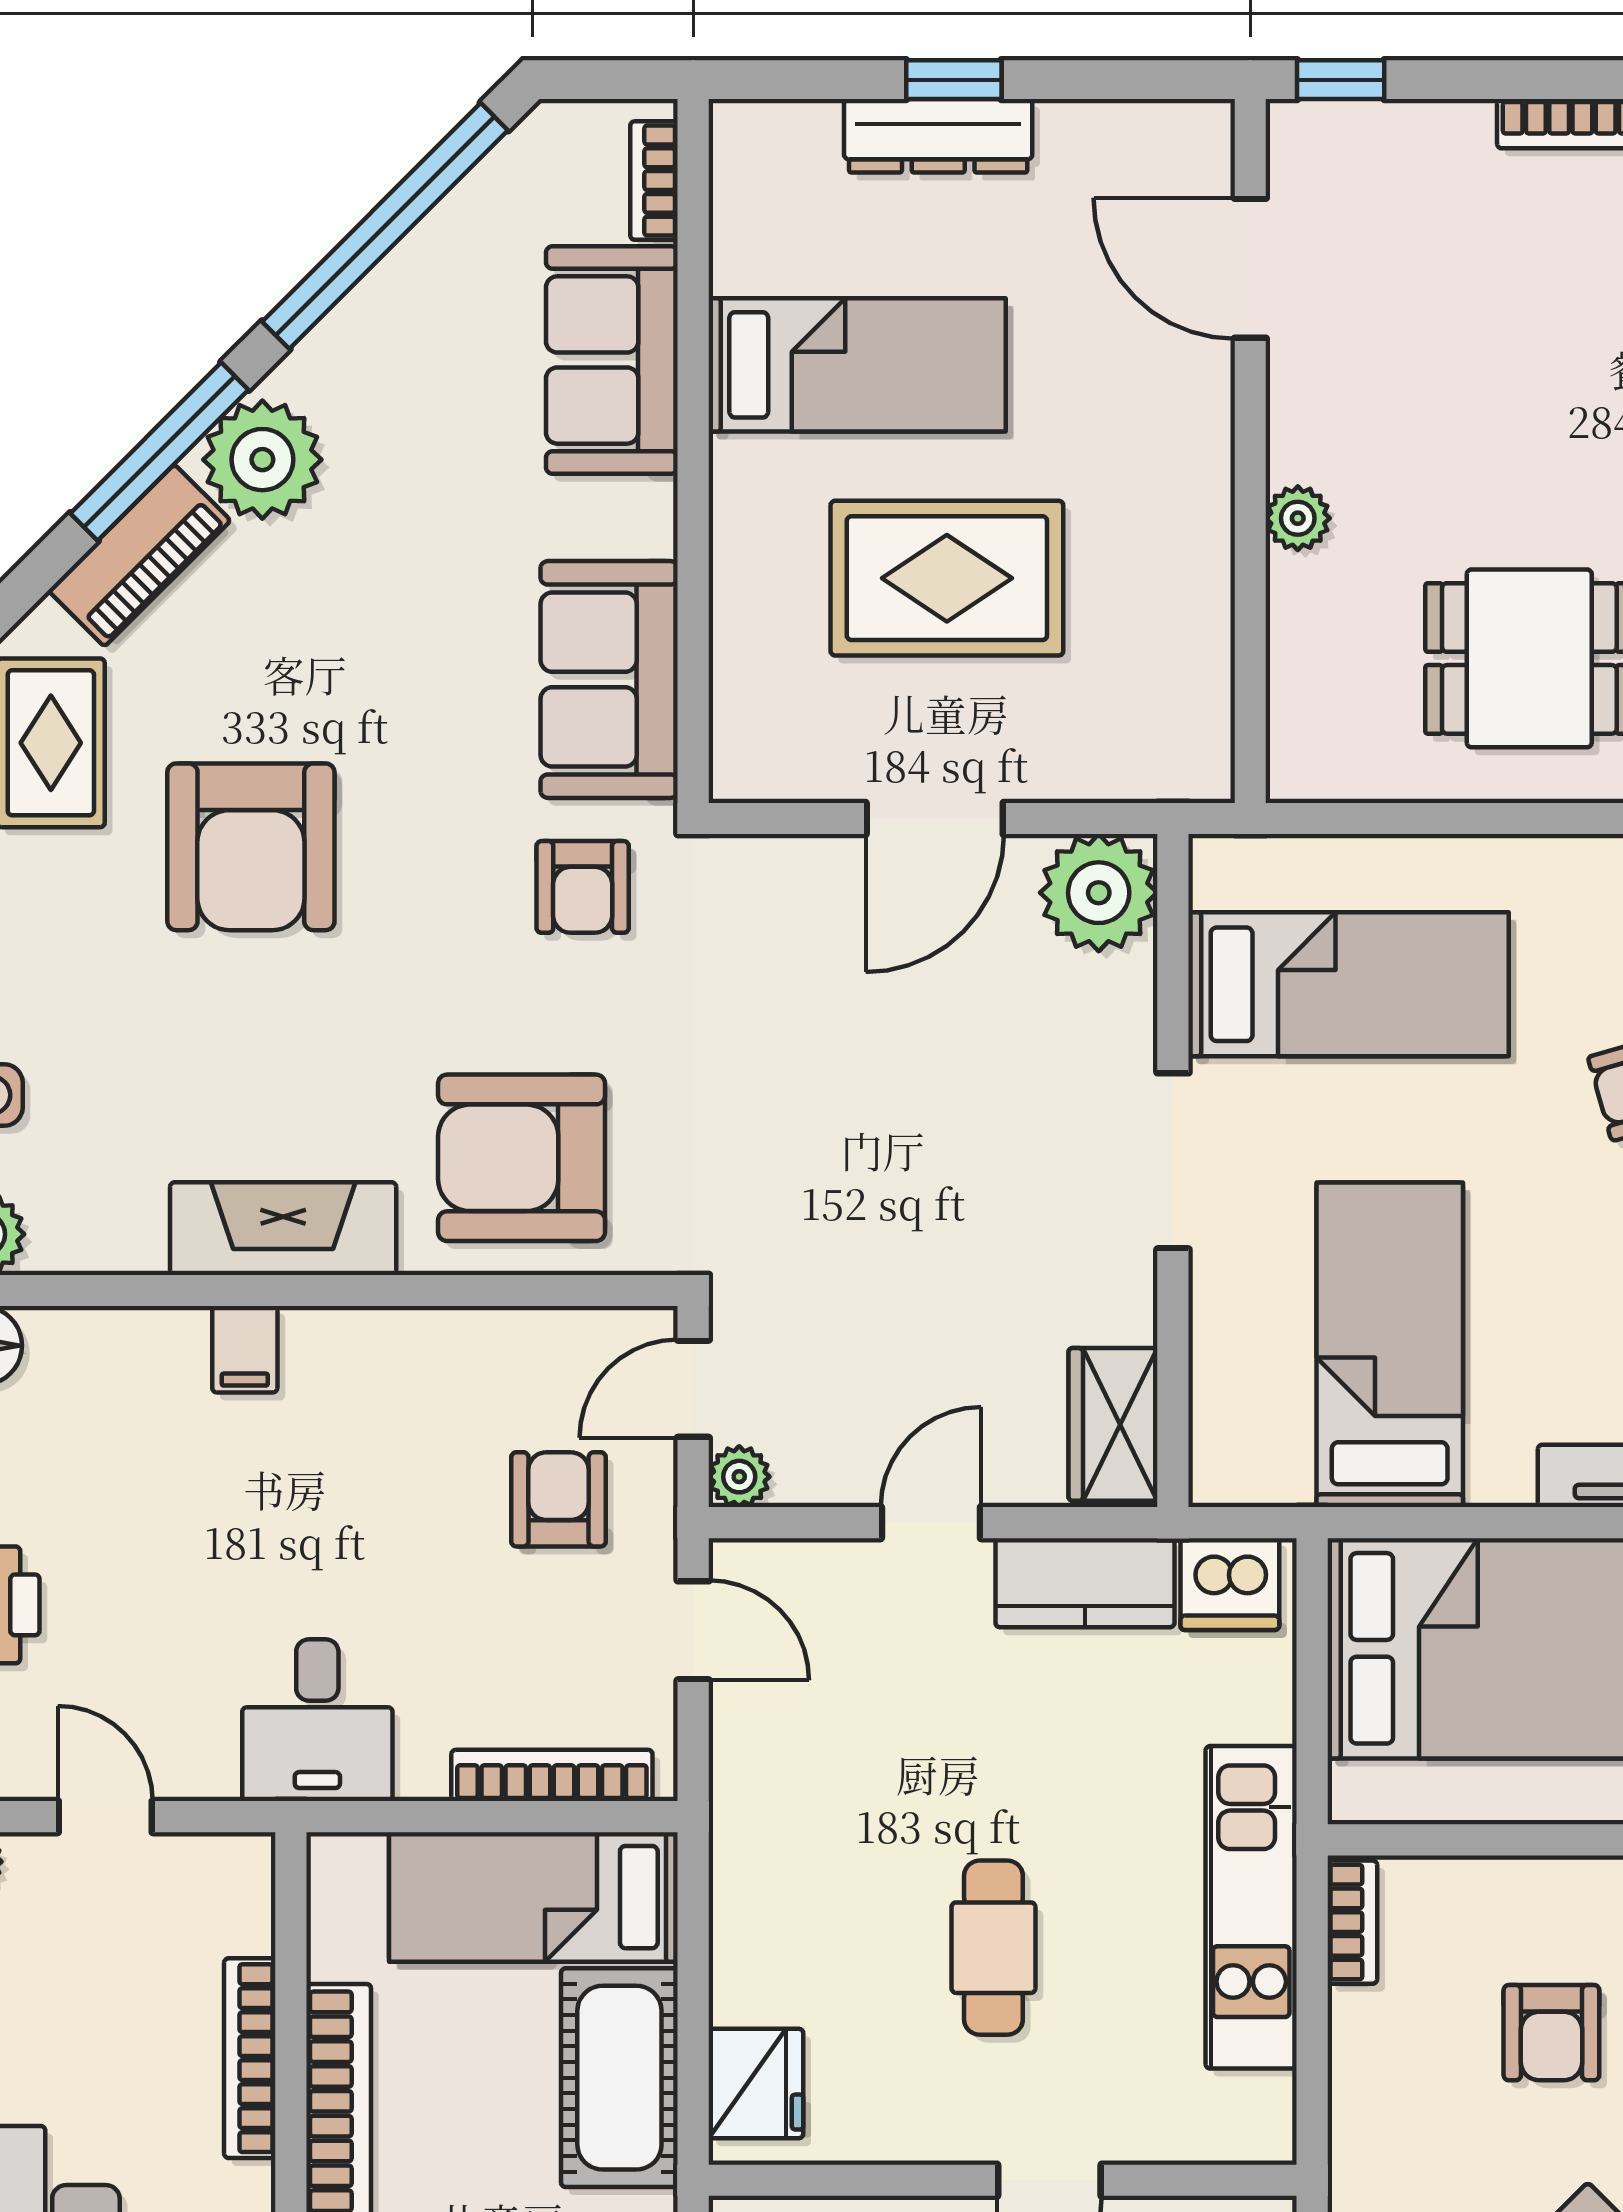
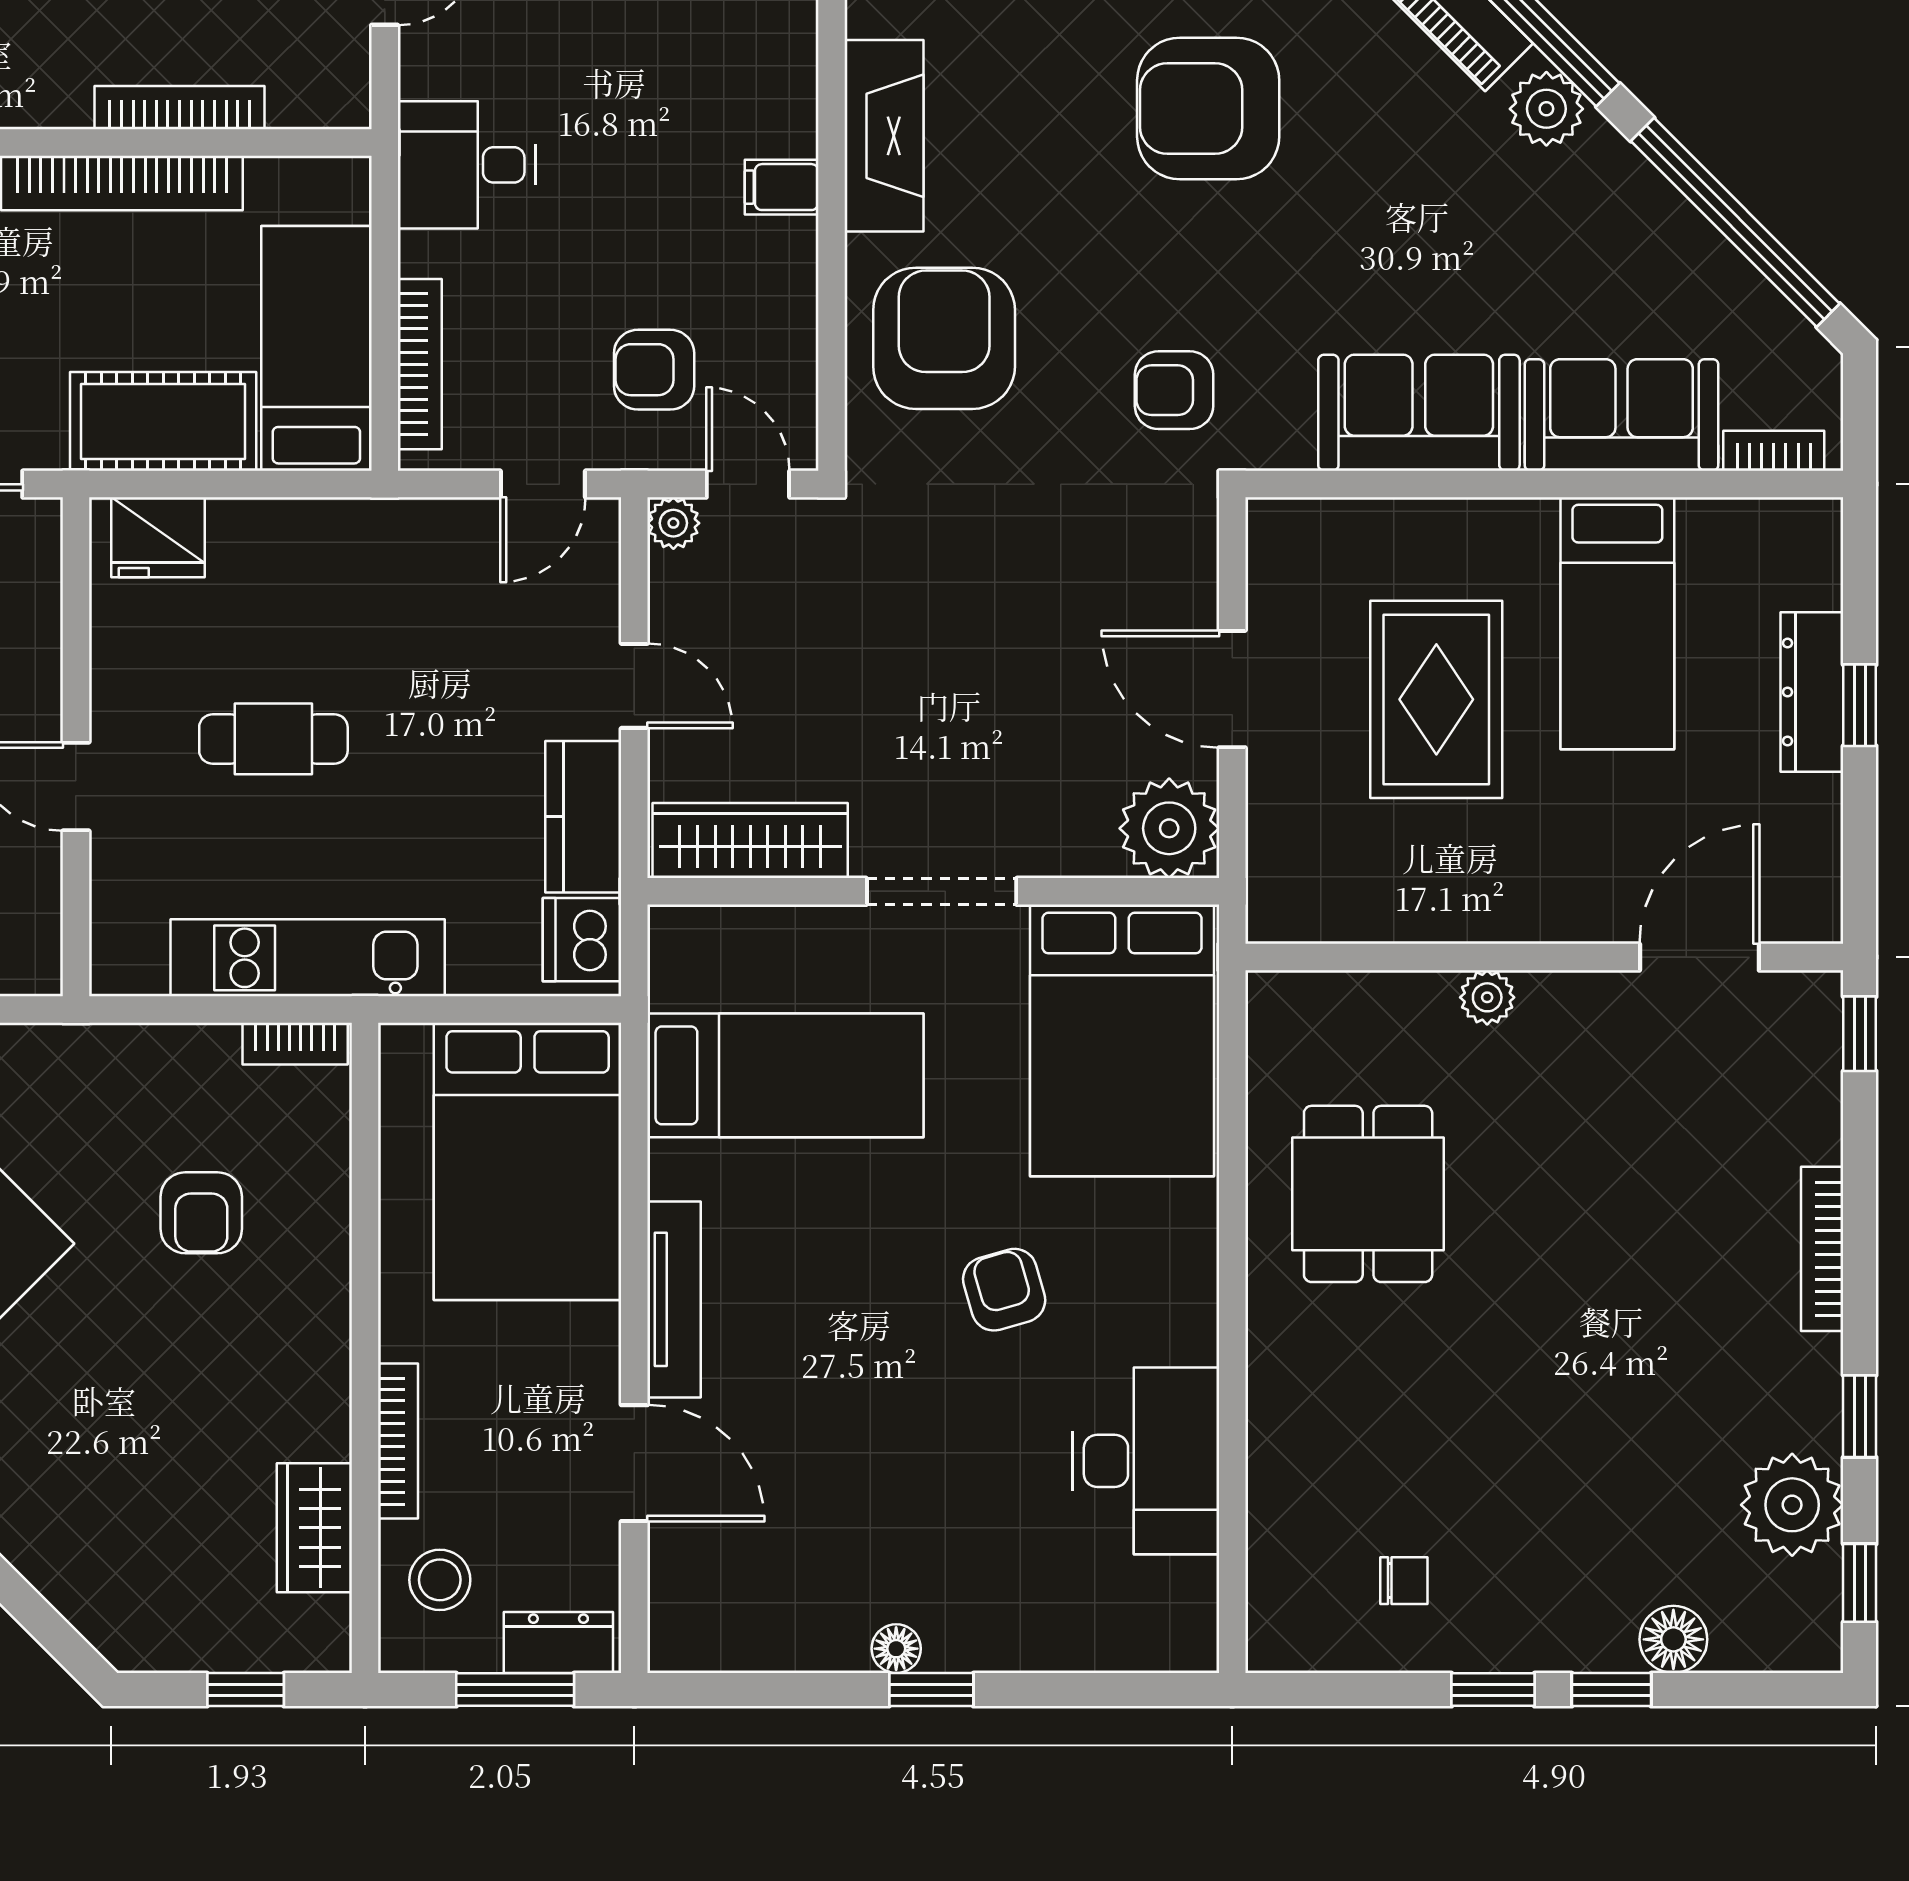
plant: (262, 460) -> (1546, 109), width x0.73, depth x0.73
sofa: (609, 679) -> (1419, 413), moved
bed: (1349, 984) -> (1122, 1040), width x1.50
filing cabinet: (245, 1349) -> (782, 187), moved
wardrobe: (1113, 1424) -> (750, 840), width x1.50
armchair: (559, 1499) -> (654, 370), turned 180
armchair: (1551, 2033) -> (201, 1213), turned -90

